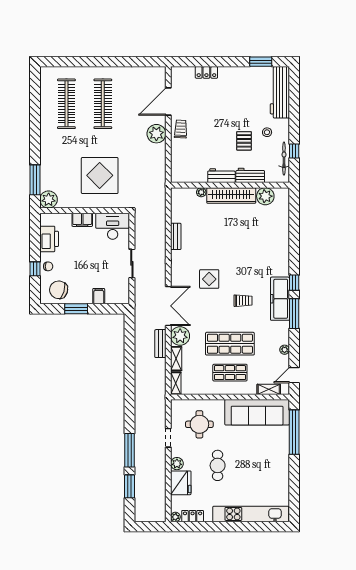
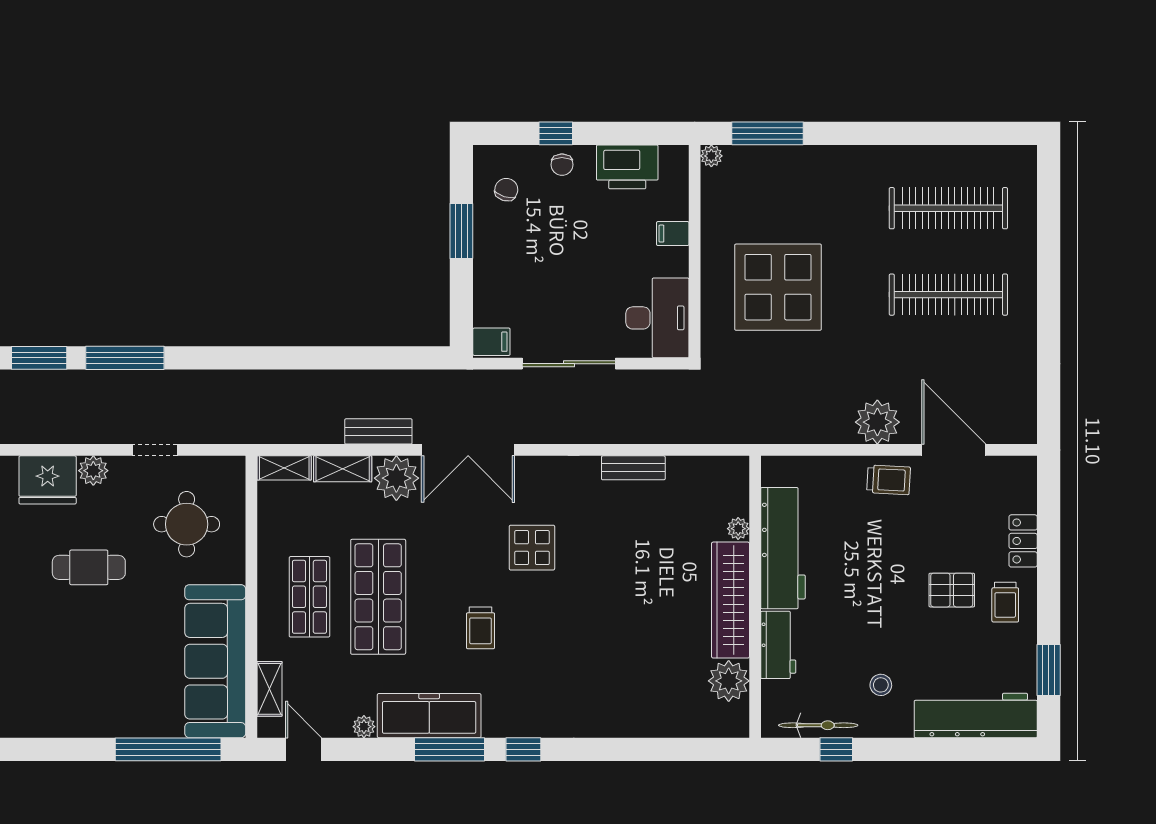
trolley: (232, 80) -> (1005, 602), added
pallet: (244, 141) -> (952, 590), moved
workbench: (221, 176) -> (783, 548), width x1.88, depth x1.32
plant: (49, 199) -> (711, 156), width x0.53, depth x0.53
filing cabinet: (82, 220) -> (673, 234), width x0.50
sliding door: (132, 263) -> (569, 364), width x1.37
chair: (59, 290) -> (506, 190), width x0.54, depth x0.54
filing cabinet: (99, 296) -> (491, 342), moved
freezer: (280, 299) -> (429, 716), moved

